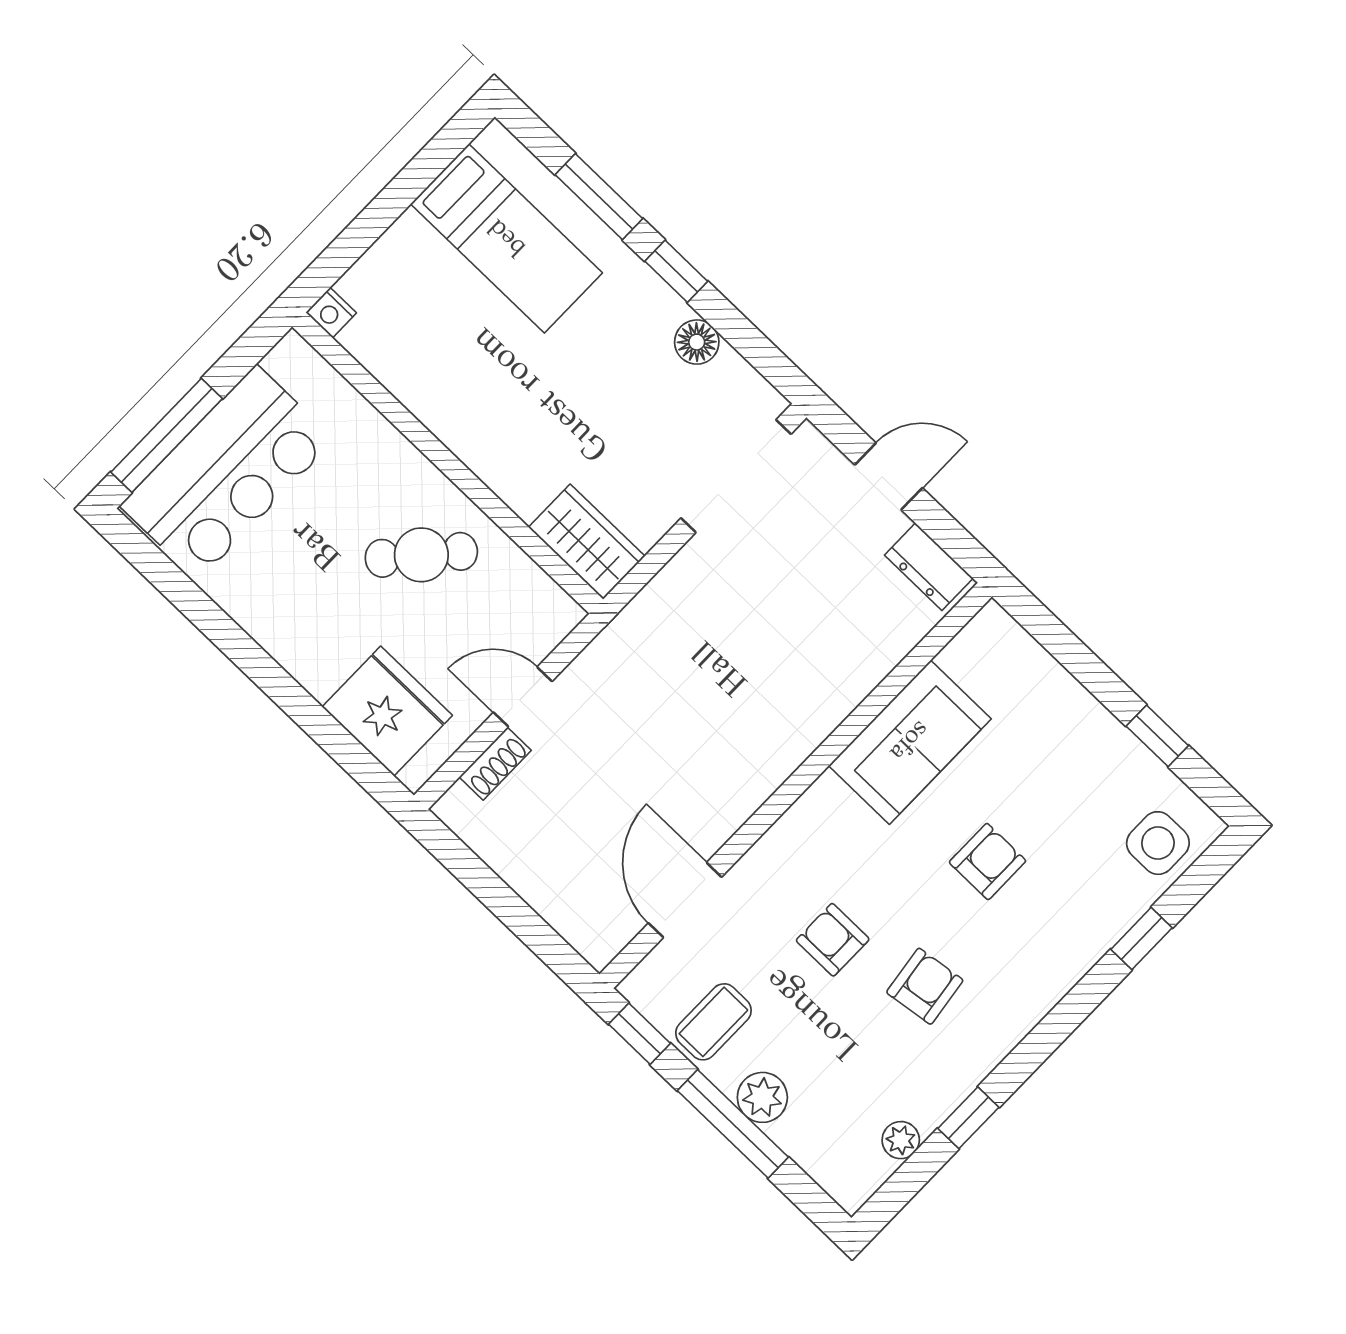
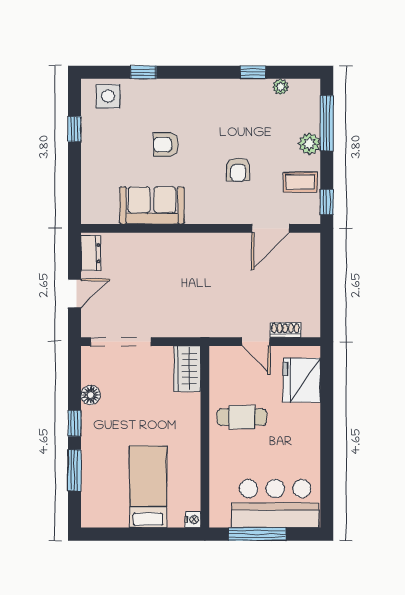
bed: (506, 238) -> (148, 487), moved
window: (167, 435) -> (257, 534), moved
door: (889, 476) -> (74, 293), swing flipped
cafe table: (421, 555) -> (242, 417), turned -41
armchair: (925, 986) -> (225, 126), removed
window: (733, 1124) -> (327, 123), moved

